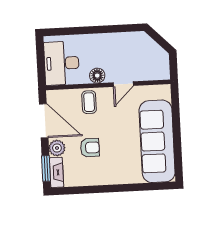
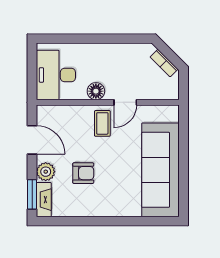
bookcase: (155, 48) -> (164, 63), added
coffee table: (89, 102) -> (102, 123), moved
door: (44, 121) -> (32, 140), width x0.73

